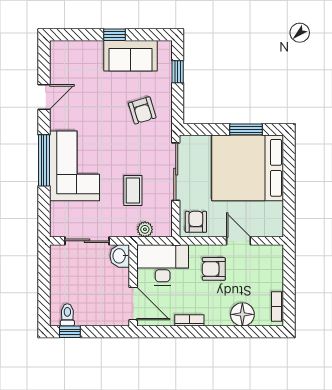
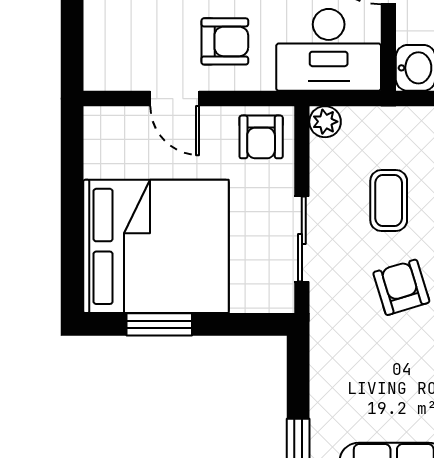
armchair: (142, 110) -> (401, 287), moved
sliding door: (176, 172) -> (302, 239), width x0.73
plant: (145, 229) -> (325, 122), moved

